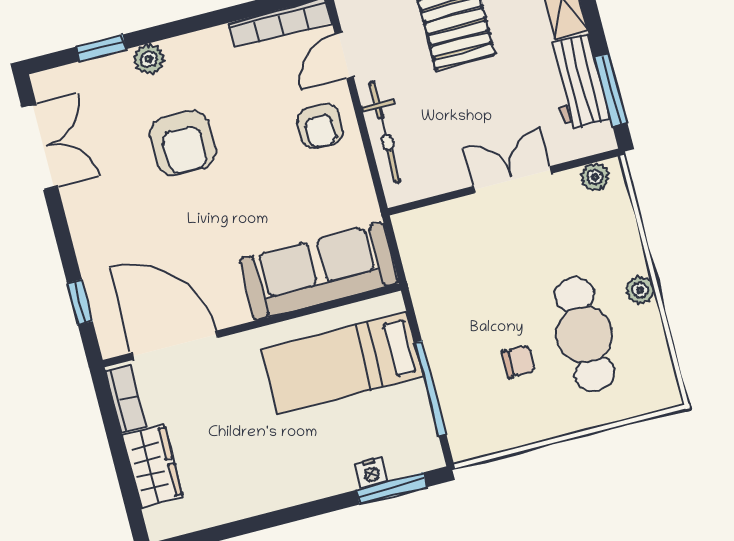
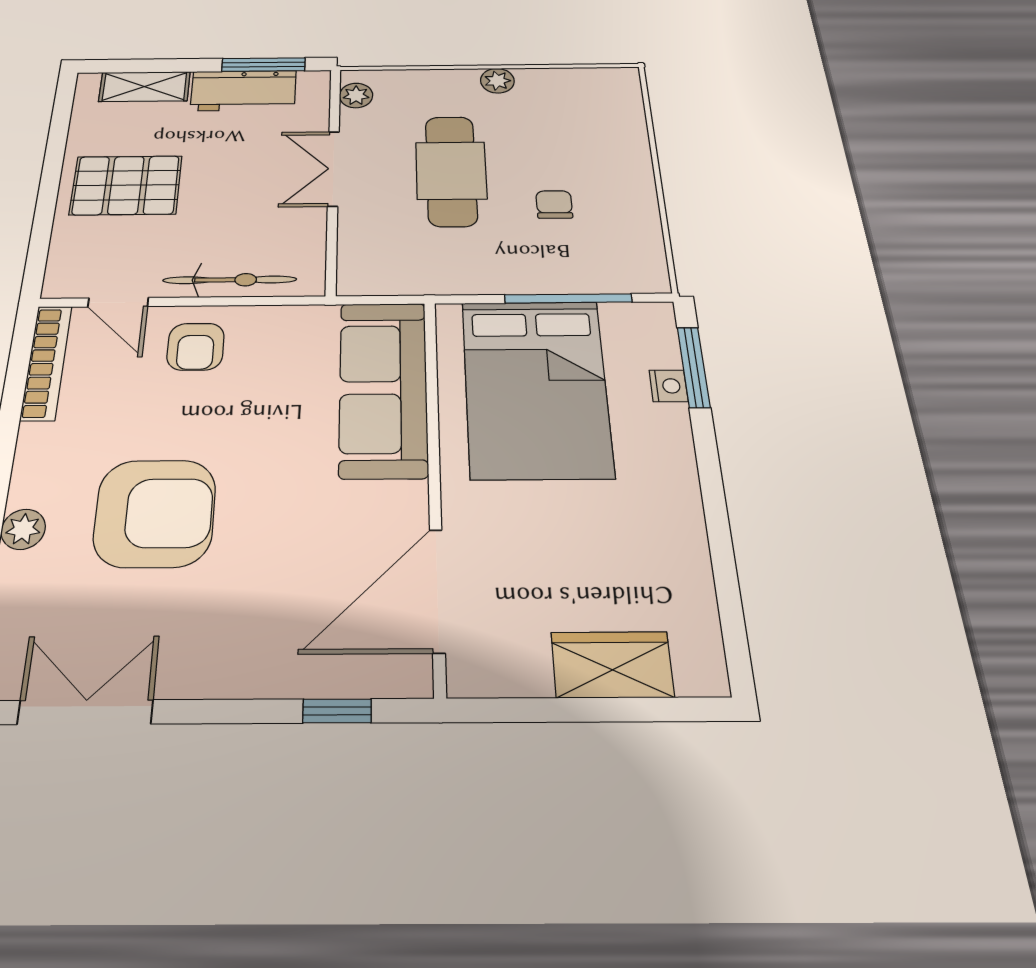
armchair: (320, 126) -> (196, 347), turned 90
armchair: (183, 143) -> (155, 513), width x1.36, depth x1.36
cafe table: (584, 334) -> (451, 171), moved, turned 90
bed: (342, 363) -> (536, 388), width x1.50
bookcase: (126, 398) -> (501, 679), removed

